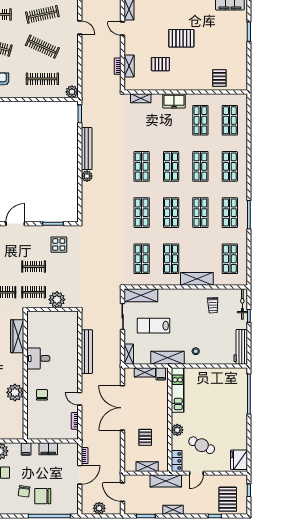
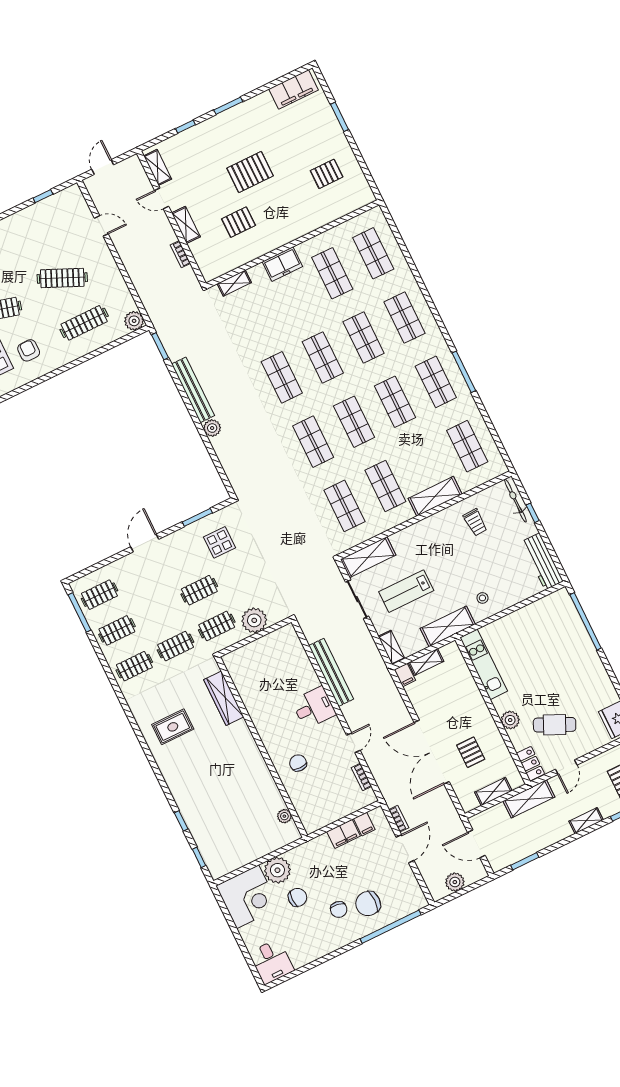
clothes rail: (42, 14) -> (40, 233), removed
shelving: (129, 66) -> (186, 225), moved
pallet: (219, 78) -> (327, 174), moved, turned 90
desk: (38, 358) -> (314, 708), moved, turned 180
filing cabinet: (161, 374) -> (405, 675), moved
plant: (15, 392) -> (284, 816), moved, width x0.53, depth x0.53
door: (80, 399) -> (353, 743), swing flipped
double door: (123, 408) -> (432, 752), moved
filing cabinet: (26, 449) -> (364, 824), moved
shelving: (173, 510) -> (586, 821), moved

